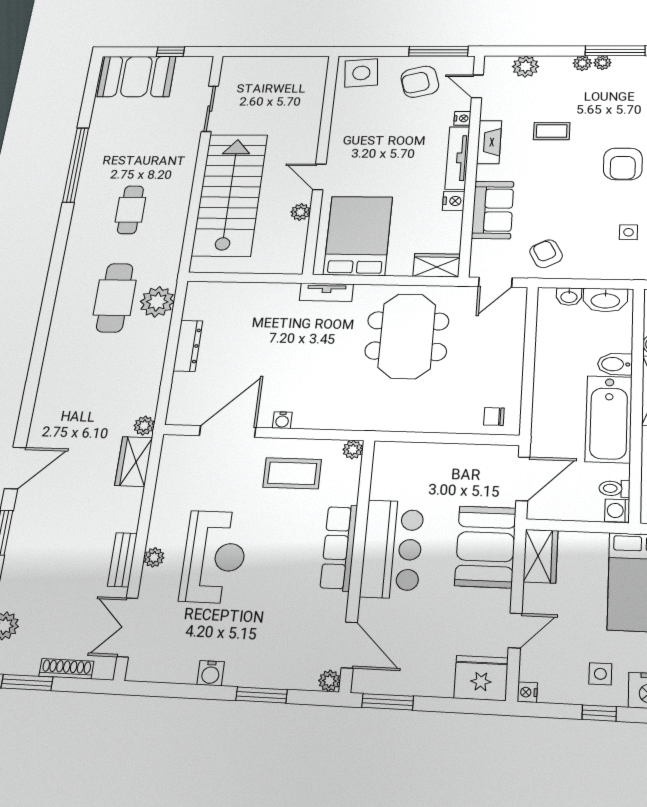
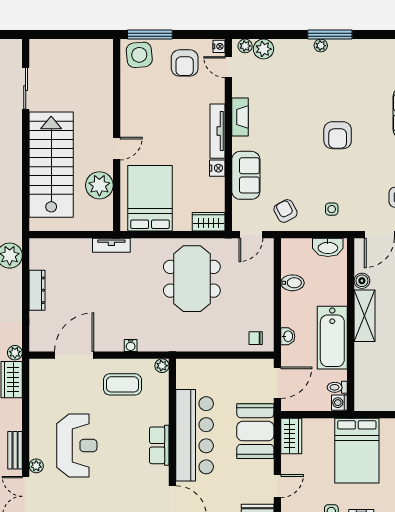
window: (438, 51) -> (150, 35), moved
plant: (582, 63) -> (245, 46), moved
armchair: (420, 82) -> (185, 63), turned -75
nightstand: (462, 118) -> (219, 46), moved
coffee table: (552, 131) -> (285, 107), removed
door: (319, 177) -> (117, 149), swing flipped
plant: (301, 212) -> (99, 185), width x1.88, depth x1.88
side table: (628, 232) -> (332, 209), moved
tv unit: (326, 292) -> (111, 245), moved
washbasin: (569, 297) -> (288, 336), moved, turned -90
bidet: (615, 364) -> (292, 283), moved, turned 180
water cooler: (282, 420) -> (131, 345), moved
row of seats: (339, 548) -> (159, 445), width x0.68
bar counter: (392, 549) -> (195, 435), width x1.36
plant: (154, 557) -> (36, 466), moved

